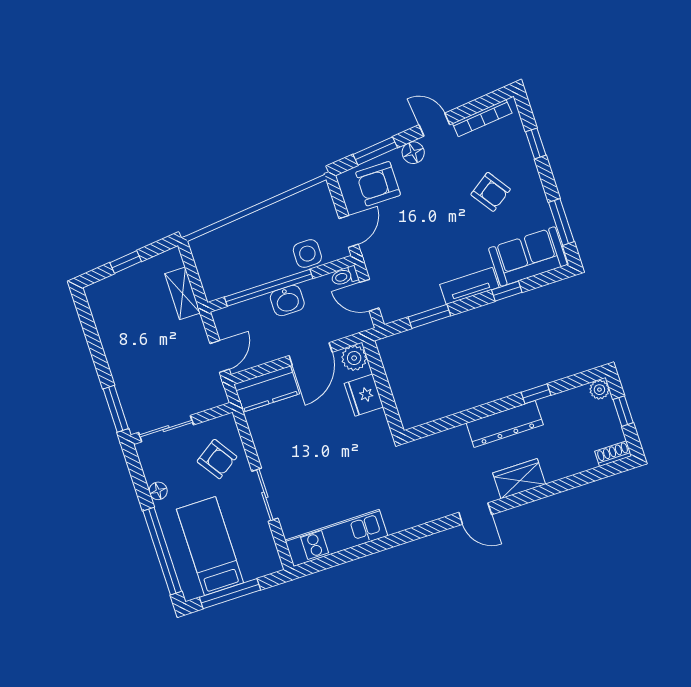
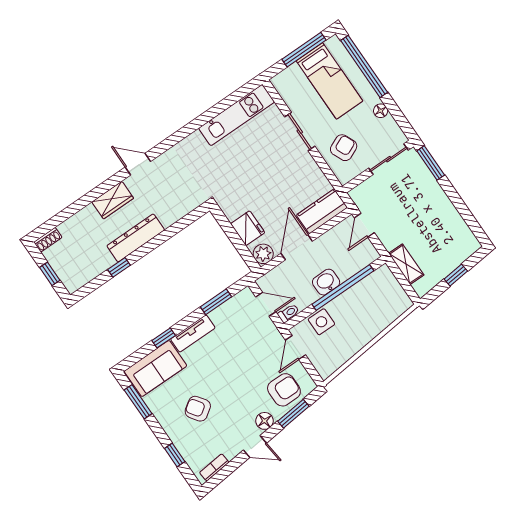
bookcase: (482, 118) -> (214, 467), width x0.64
plant: (599, 390) -> (72, 285), removed
armchair: (217, 459) -> (344, 148), turned 100

